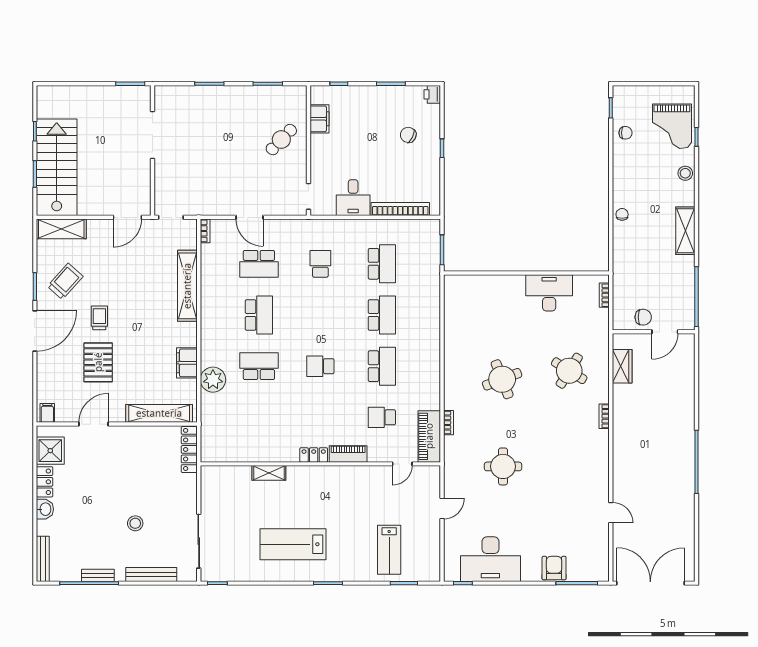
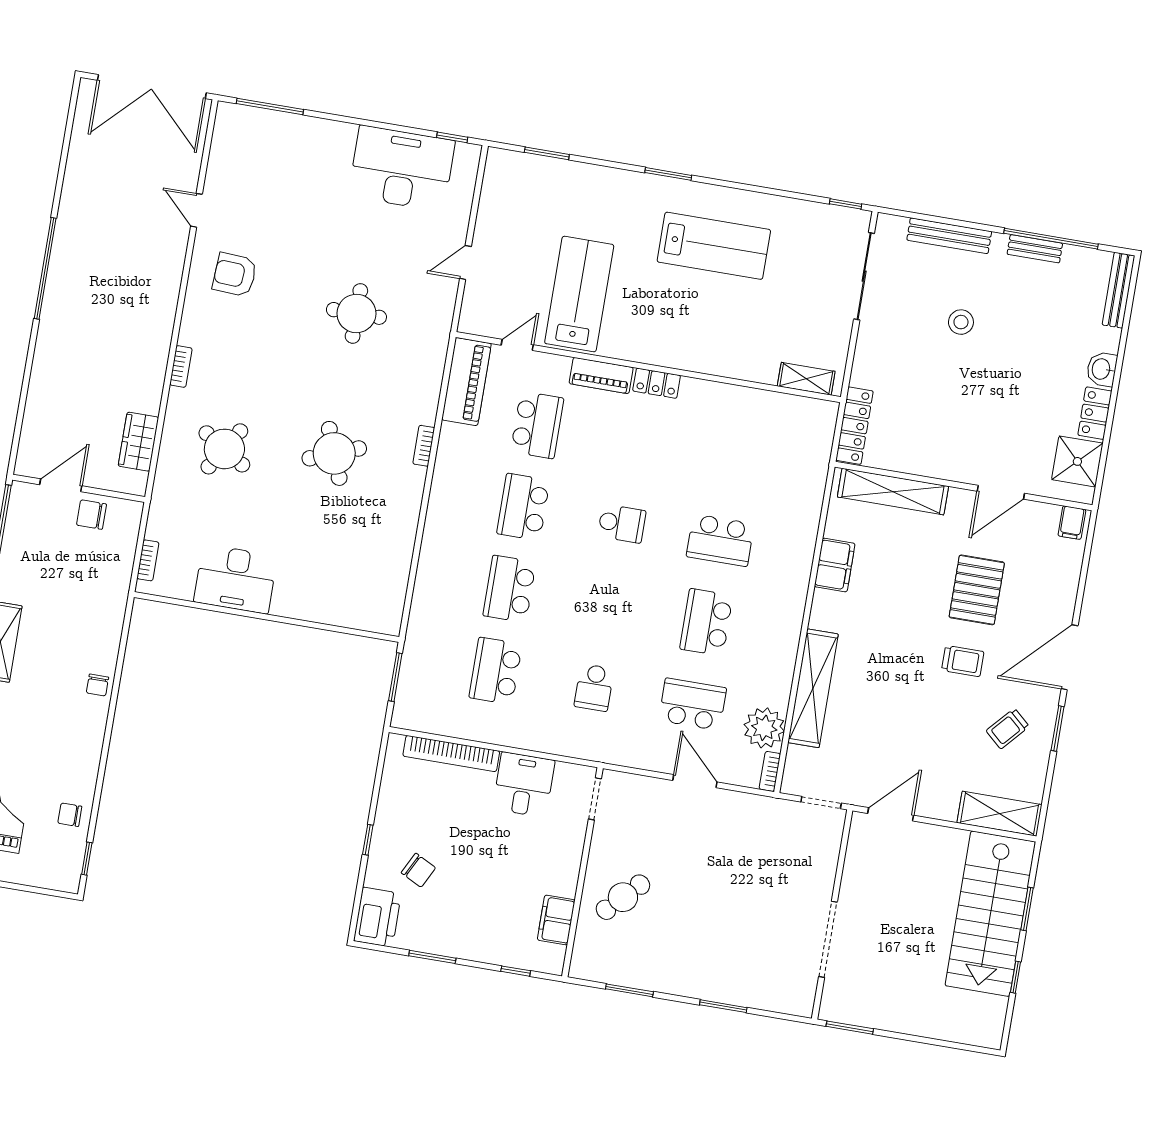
printer: (432, 94) -> (377, 917), width x1.87, depth x1.48
trolley: (65, 281) -> (1008, 729), width x0.73, depth x0.72
trolley: (99, 318) -> (963, 661), turned -90
plant: (213, 380) -> (764, 728), moved
school desk: (382, 417) -> (537, 425), width x1.85
bookcase: (449, 423) -> (424, 446), moved
shelving: (269, 473) -> (806, 379), moved
lab bench: (389, 550) -> (579, 294), moved, width x1.36, depth x1.39
armchair: (554, 568) -> (235, 275), moved, turned 93

